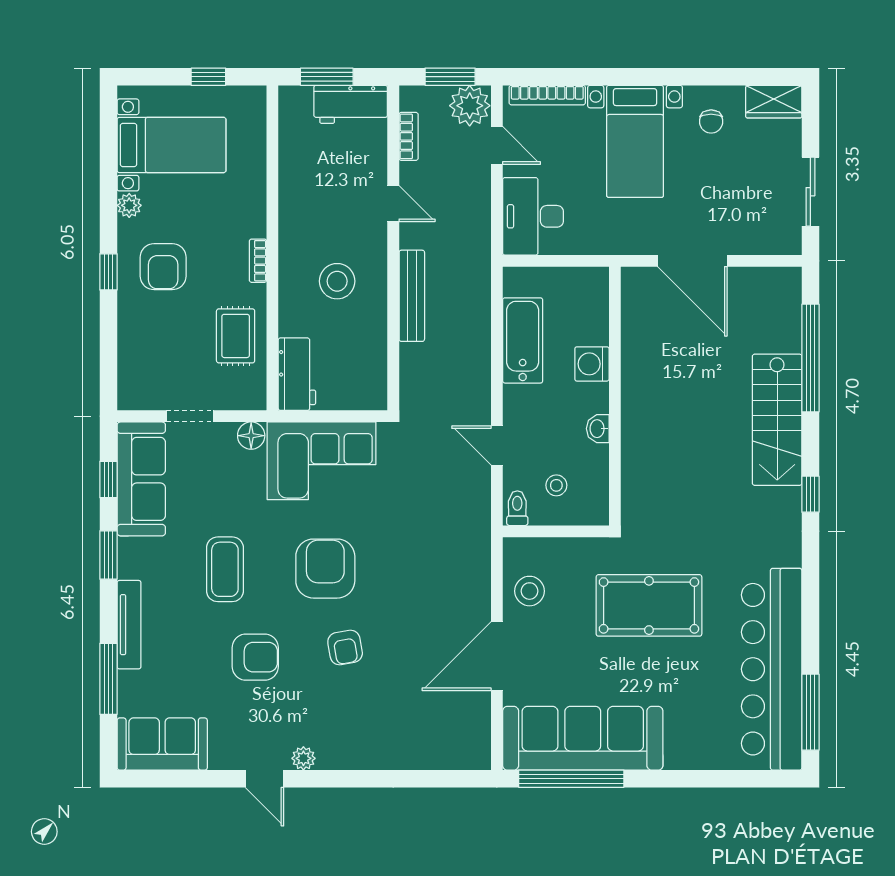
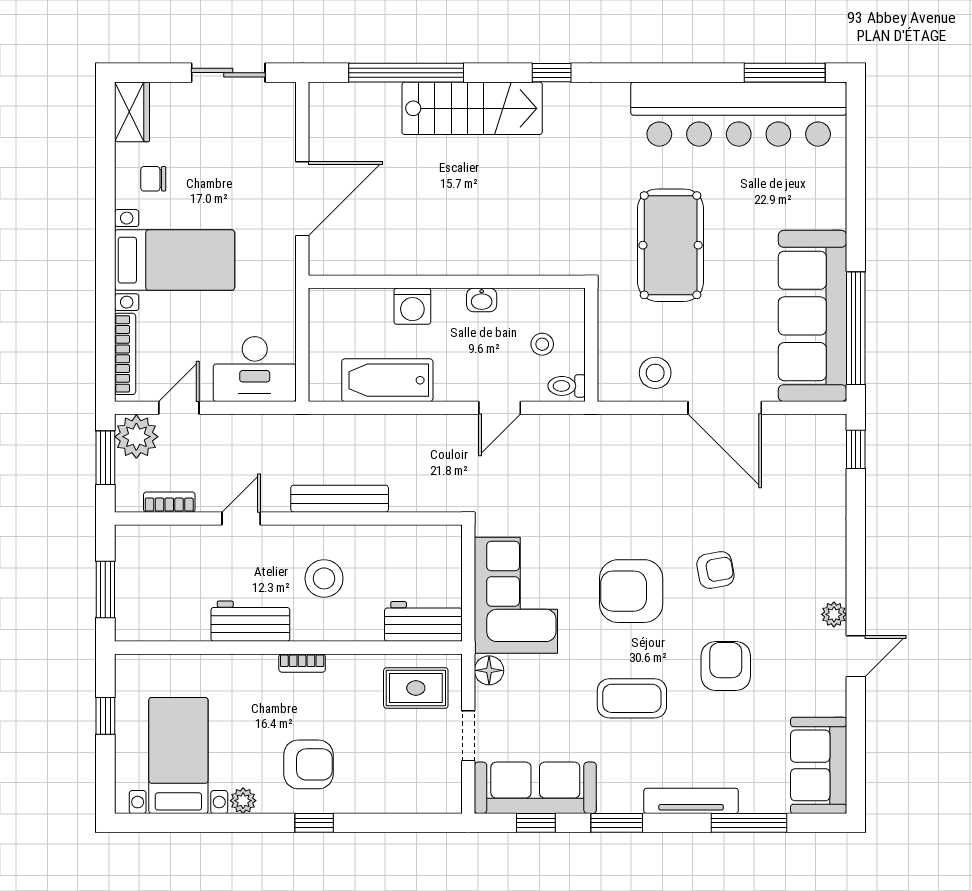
workbench: (351, 104) -> (250, 621), moved, turned -90
chair: (711, 121) -> (153, 179), turned 180
rug: (236, 336) -> (416, 688), moved
window: (458, 779) -> (856, 449), added

